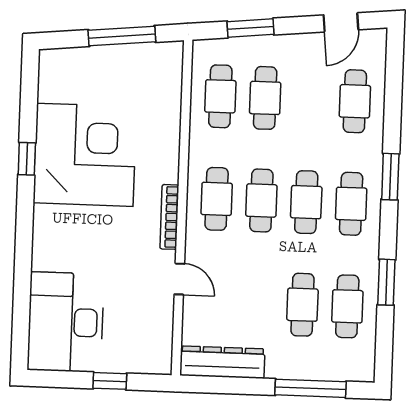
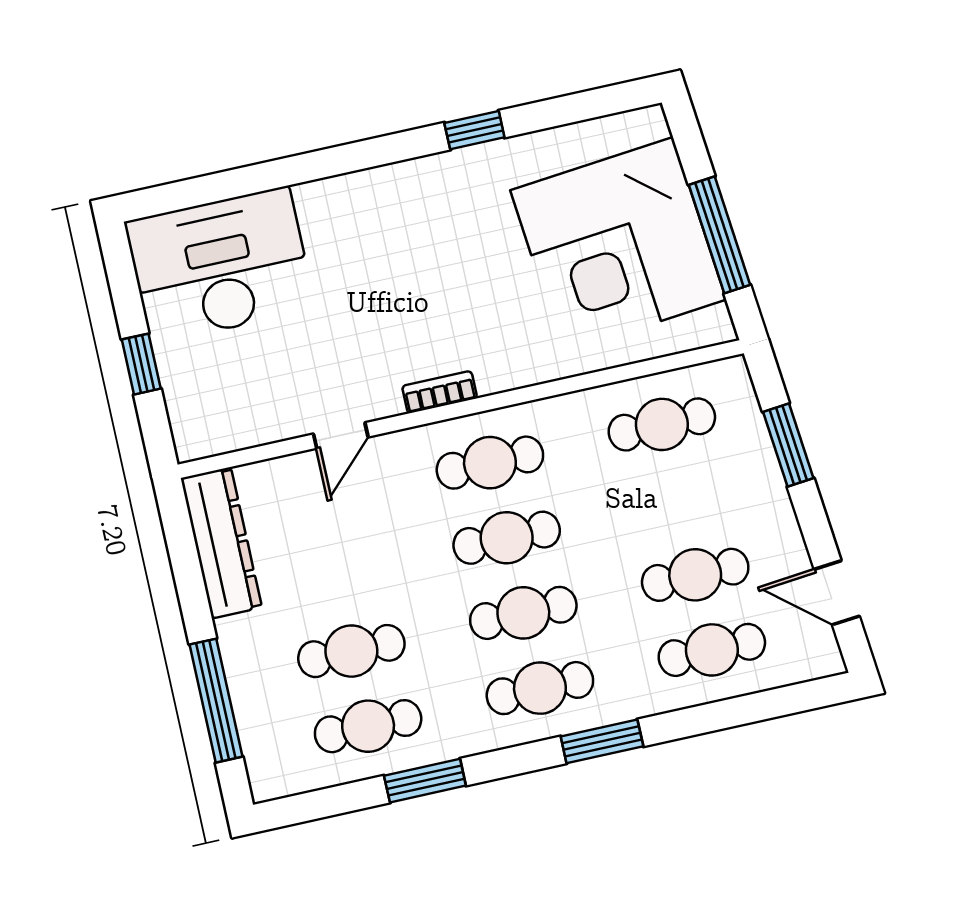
cafe table: (265, 98) -> (695, 575), moved
corner desk: (85, 155) -> (618, 245), moved, turned 84
bookcase: (169, 217) -> (440, 392), width x0.64

